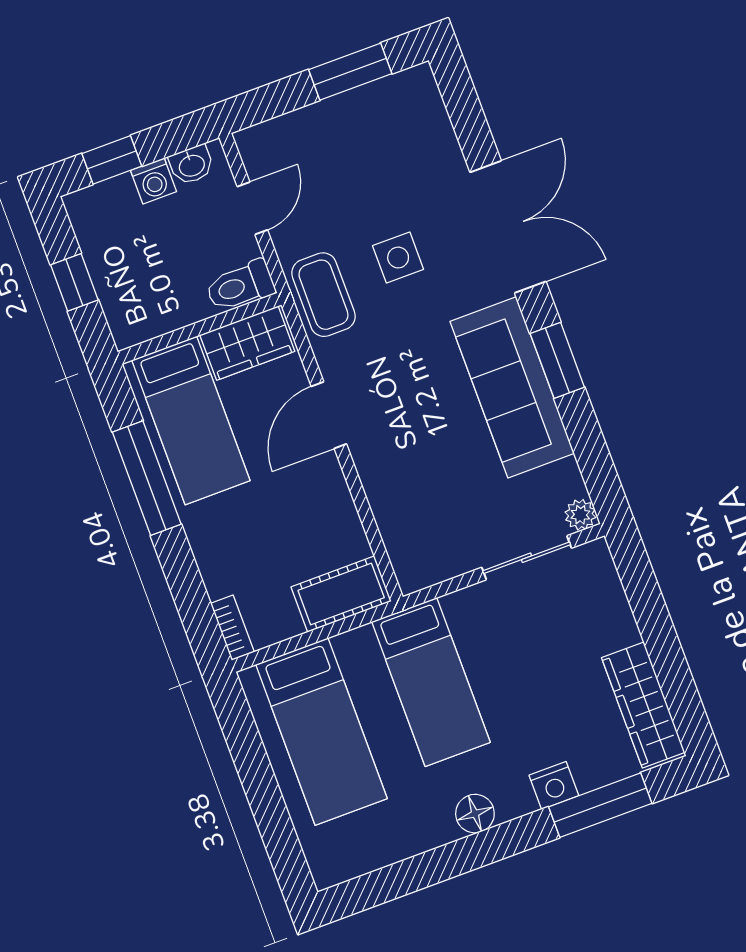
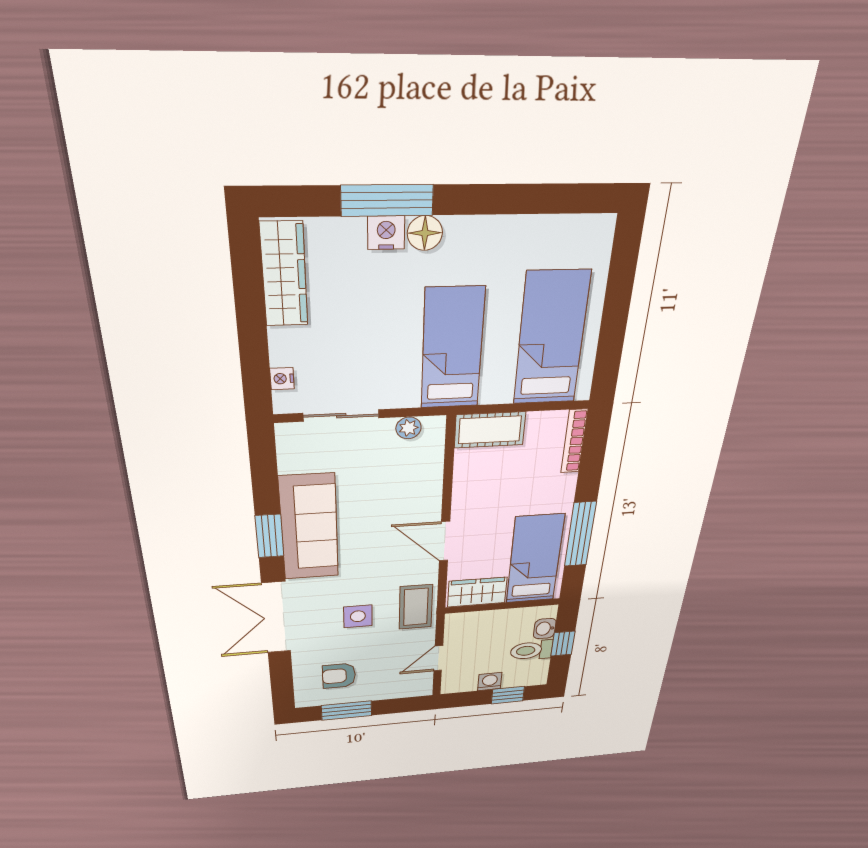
armchair: (386, 139) -> (339, 676), added
washbasin: (191, 165) -> (545, 629), moved, turned -90
toilet: (240, 286) -> (531, 650), moved, turned 180
door: (329, 415) -> (445, 541), swing flipped
plant: (580, 515) -> (408, 428), moved
nightstand: (609, 584) -> (282, 379), added
bookcase: (232, 628) -> (574, 441), width x1.56
window: (600, 805) -> (387, 200), moved
floor lamp: (475, 814) -> (425, 233), moved

